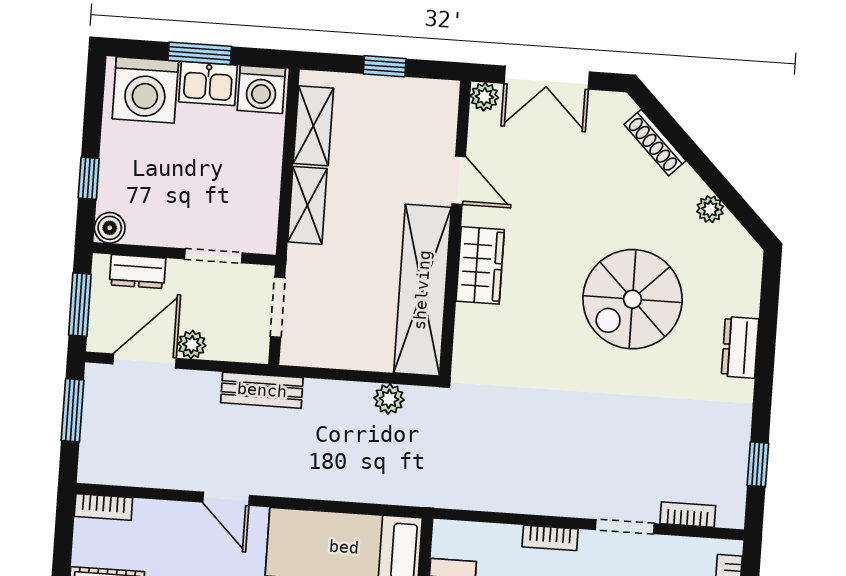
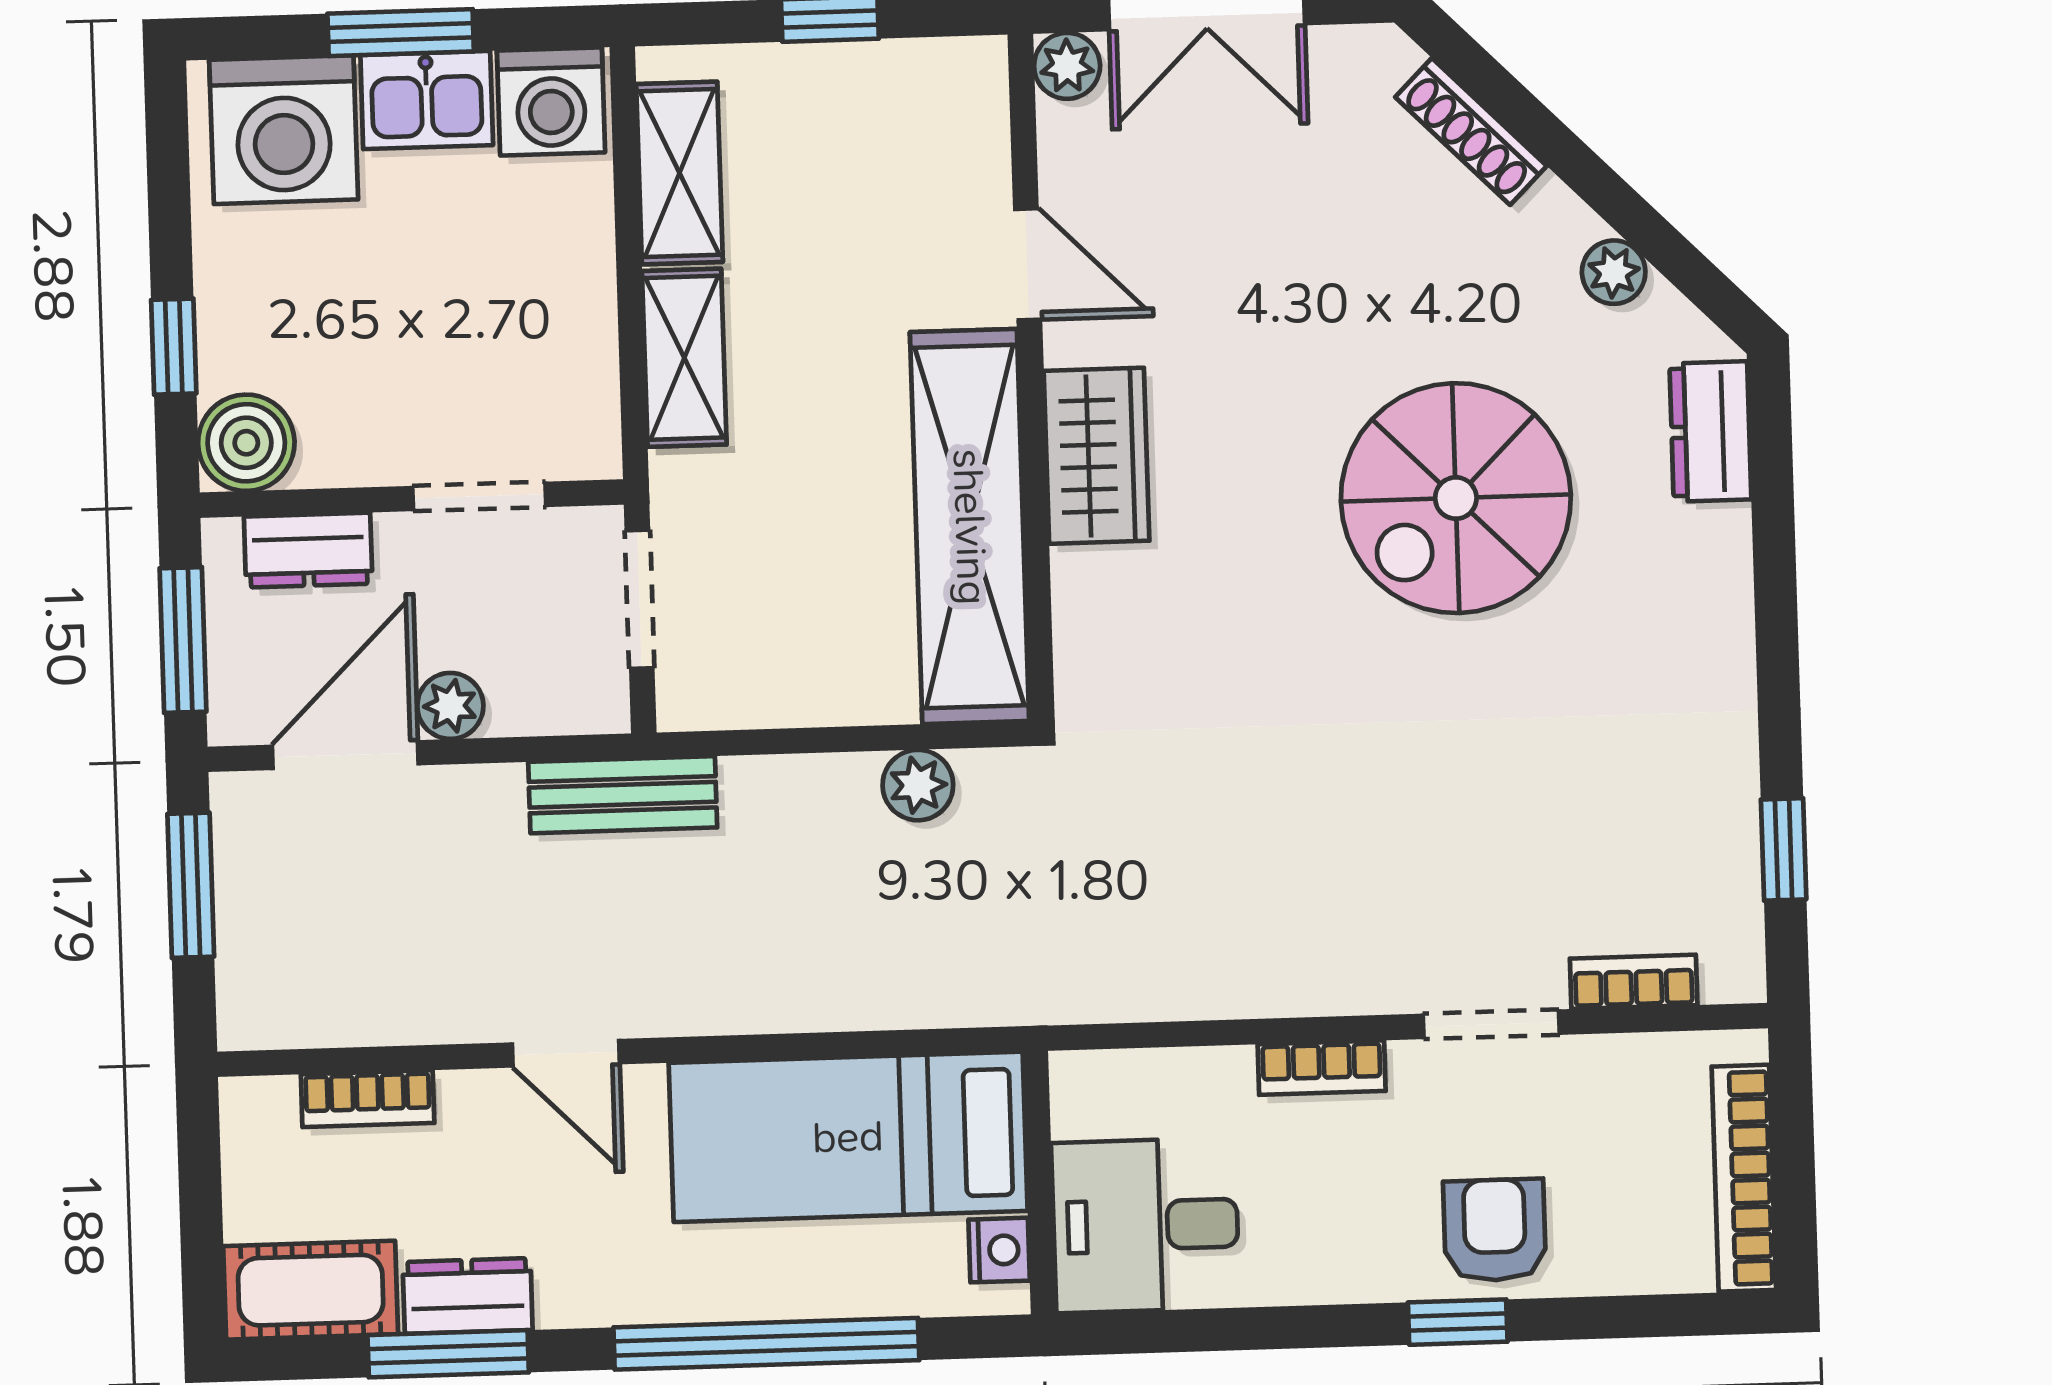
boiler: (110, 228) -> (246, 443), width x1.36, depth x1.36
dresser: (740, 347) -> (1710, 431), moved
bookcase: (103, 507) -> (368, 1099), moved

